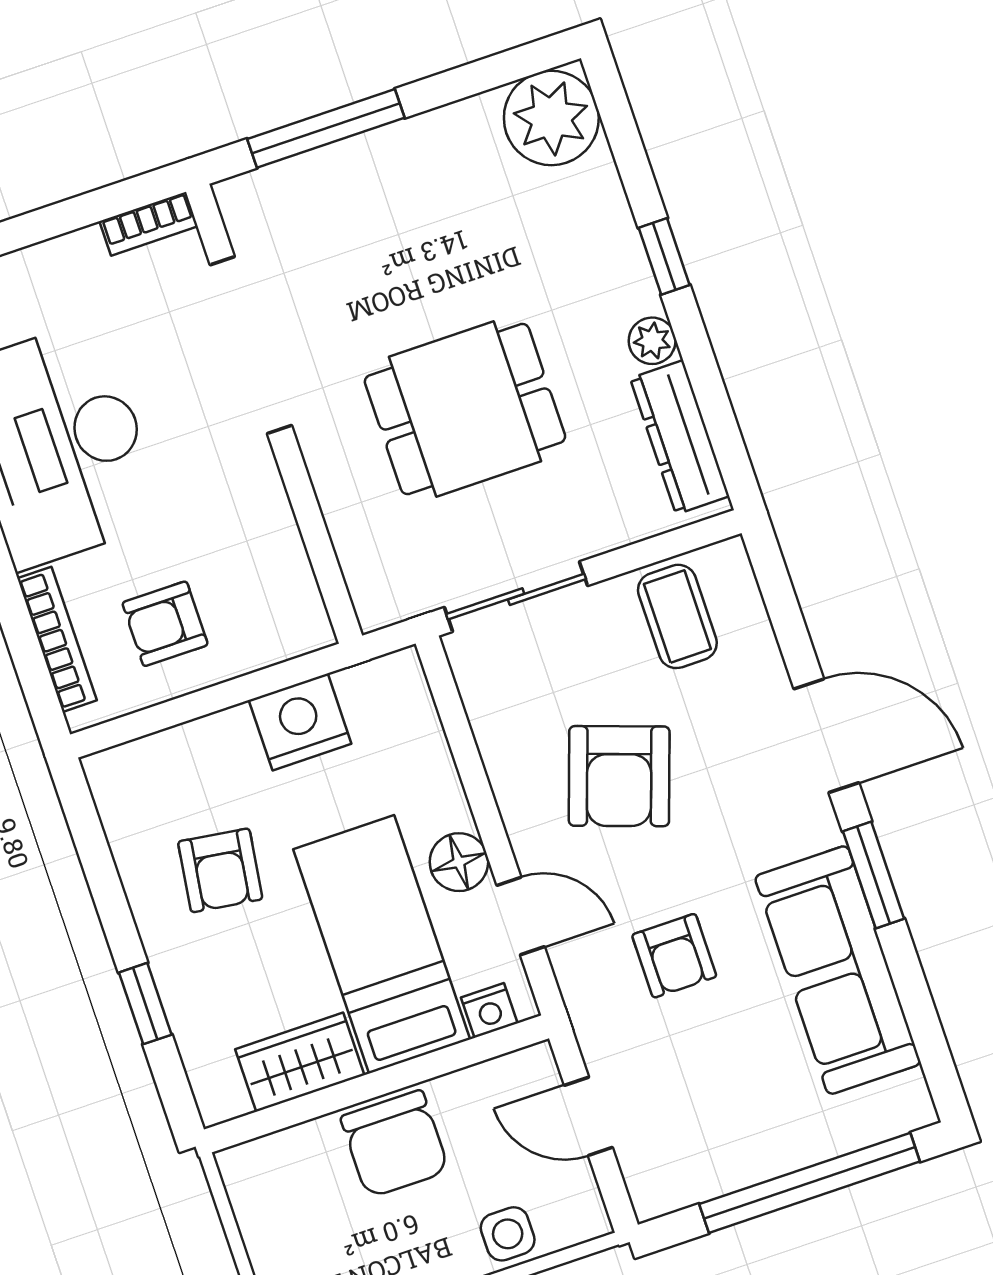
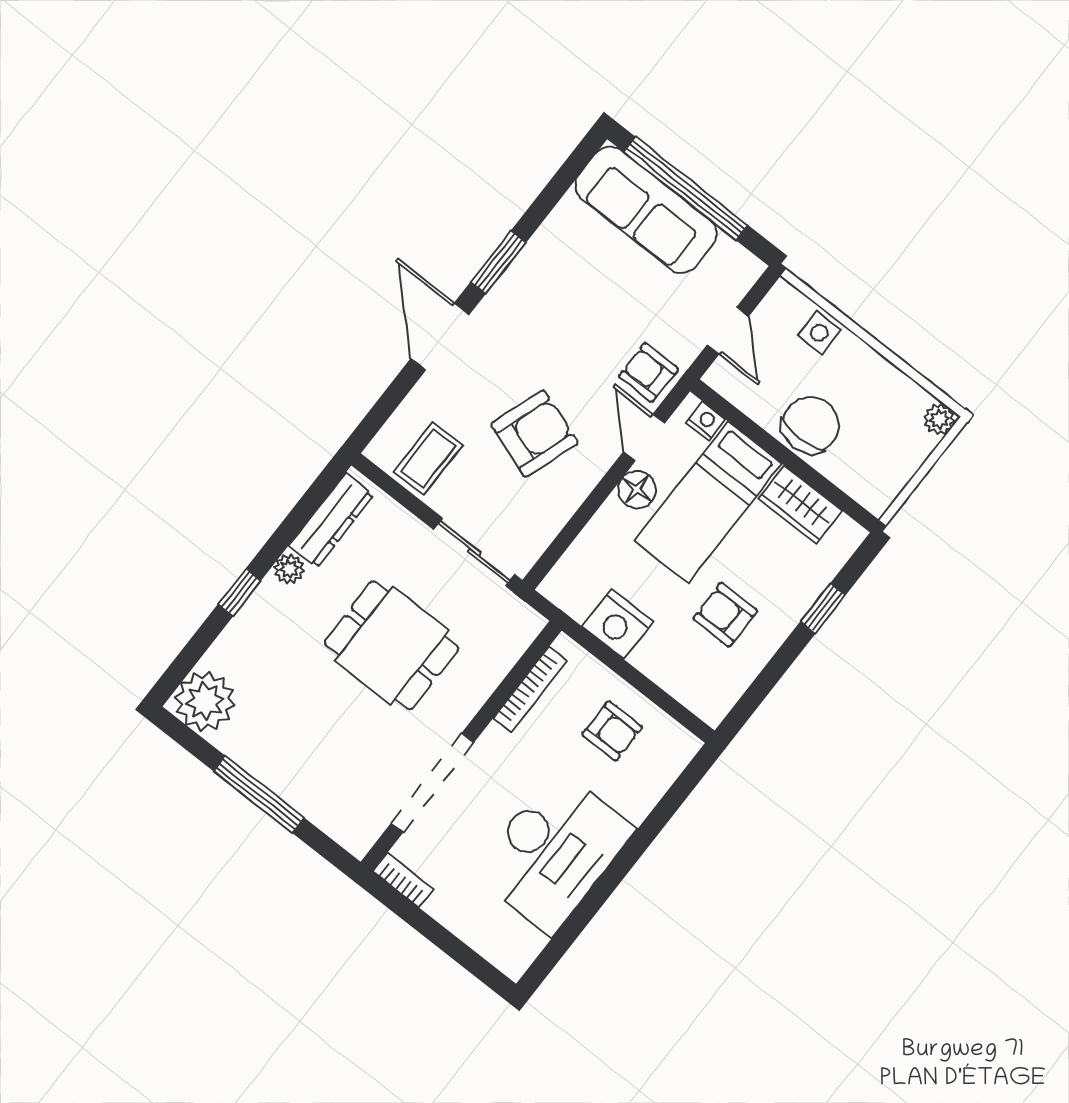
window: (326, 128) -> (259, 794), moved
bookcase: (57, 639) -> (530, 689), moved, turned 180
armchair: (220, 870) -> (725, 615), turned -98
armchair: (674, 956) -> (648, 373), moved, turned -90
sofa: (838, 970) -> (646, 210), moved, turned 90

